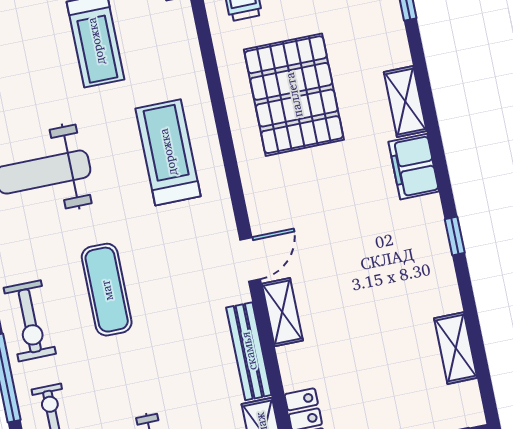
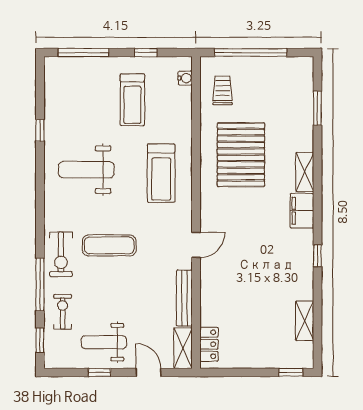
treadmill: (168, 152) -> (161, 173), turned 180
exercise mat: (107, 290) -> (109, 245), turned 90
shelving: (282, 312) -> (208, 279), removed

